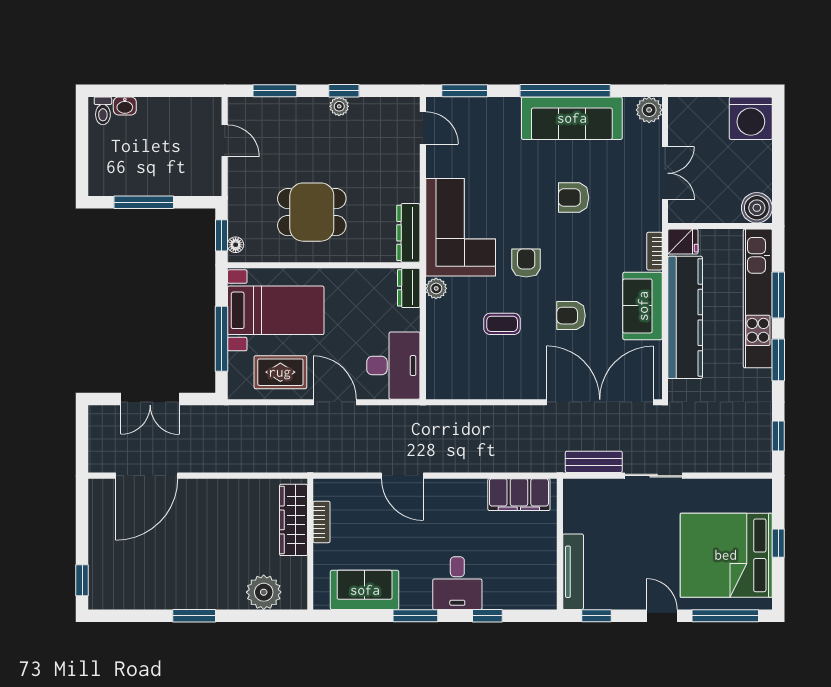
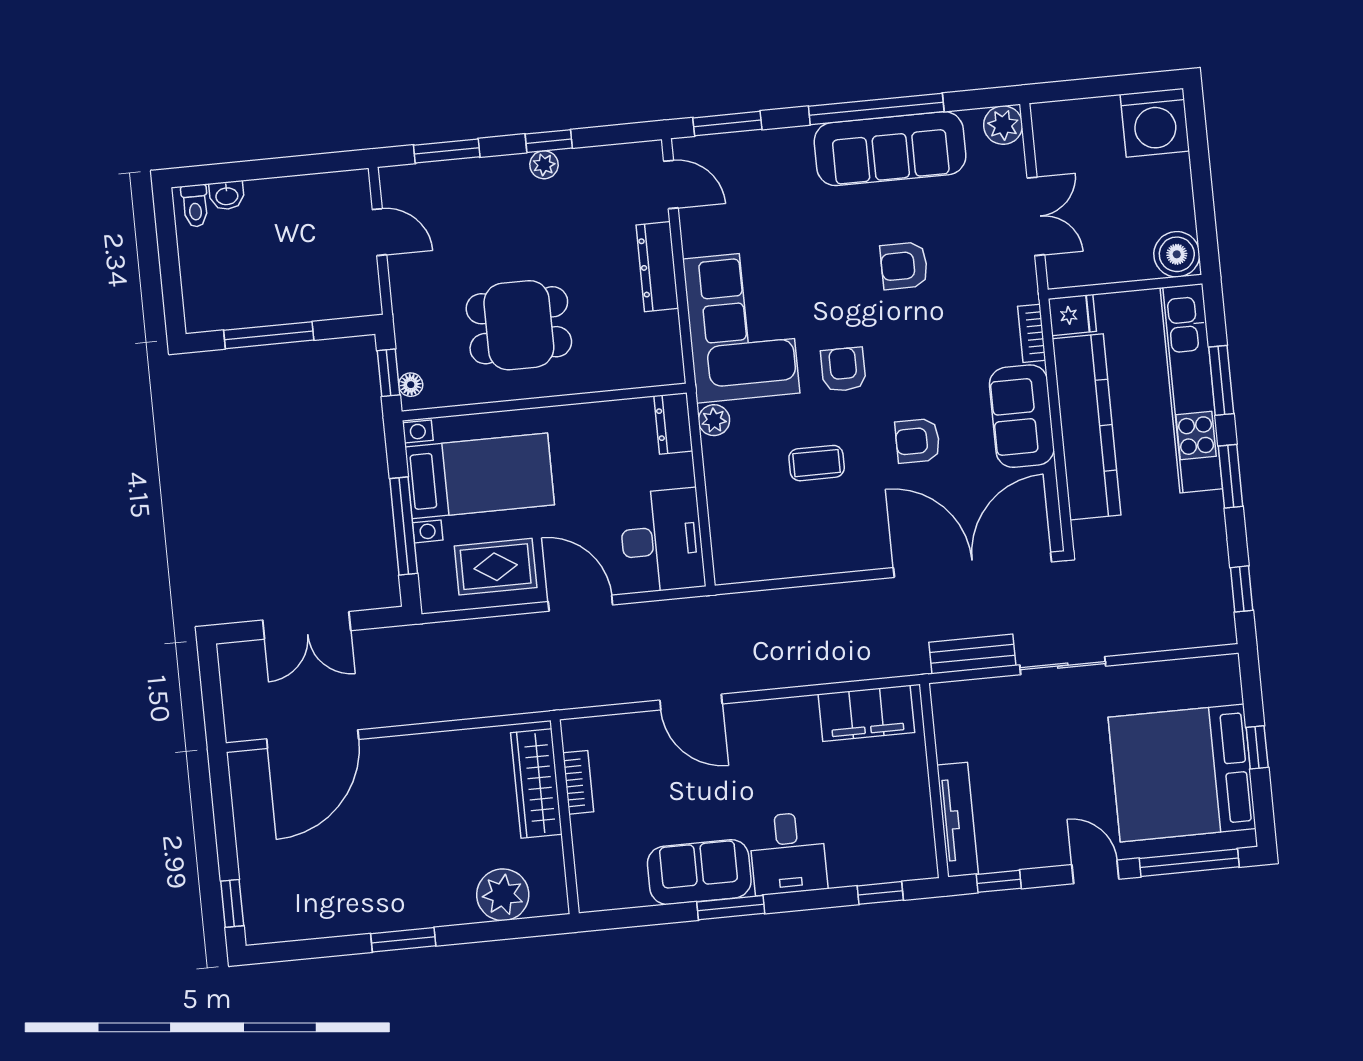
dresser: (408, 233) -> (657, 267), moved
sofa: (365, 590) -> (699, 872), moved
window: (487, 616) -> (880, 893), moved

